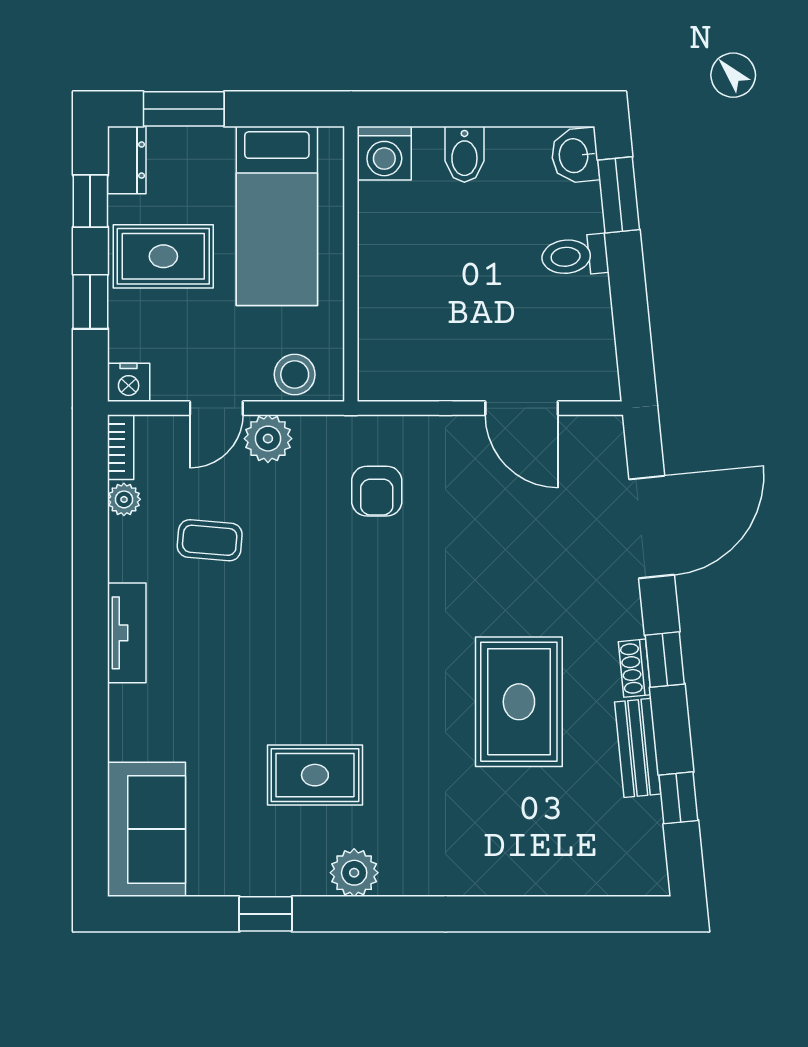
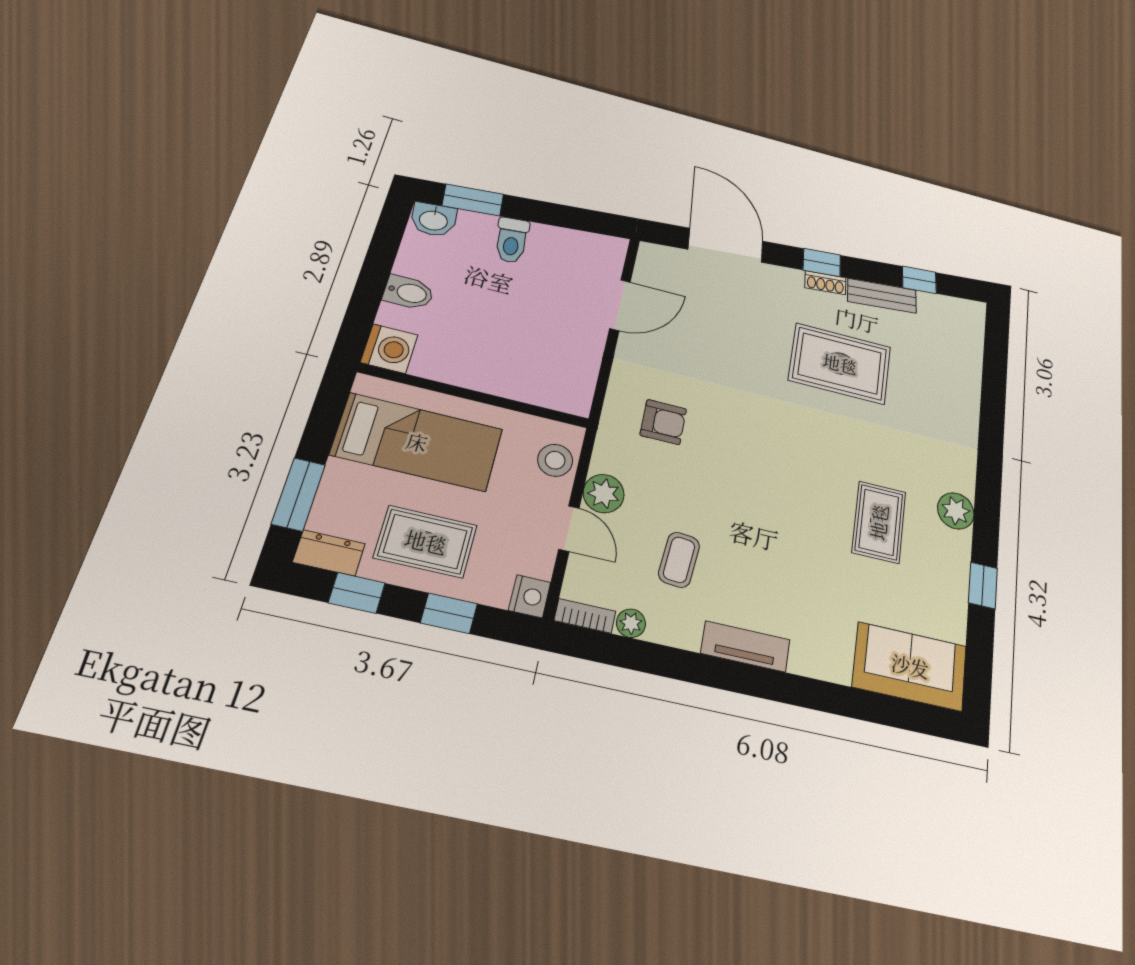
rug: (163, 256) -> (426, 542), turned 90

